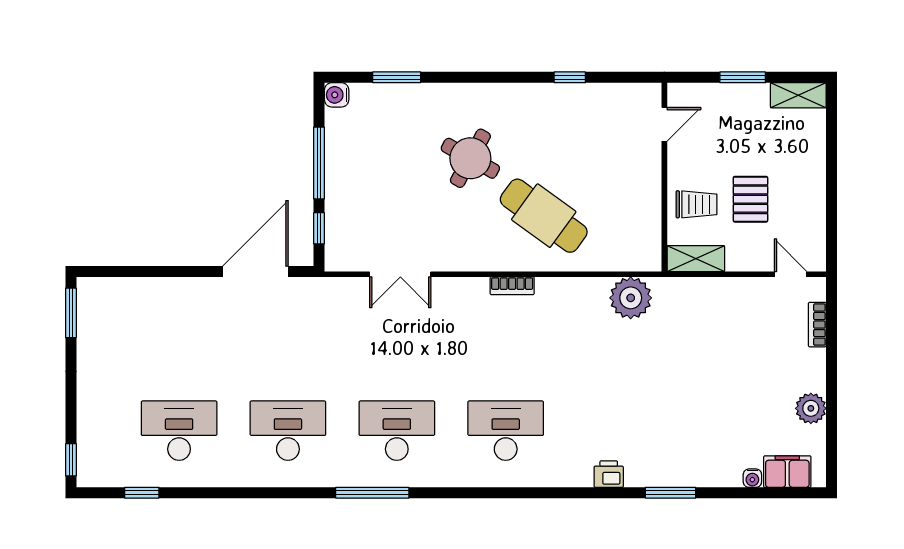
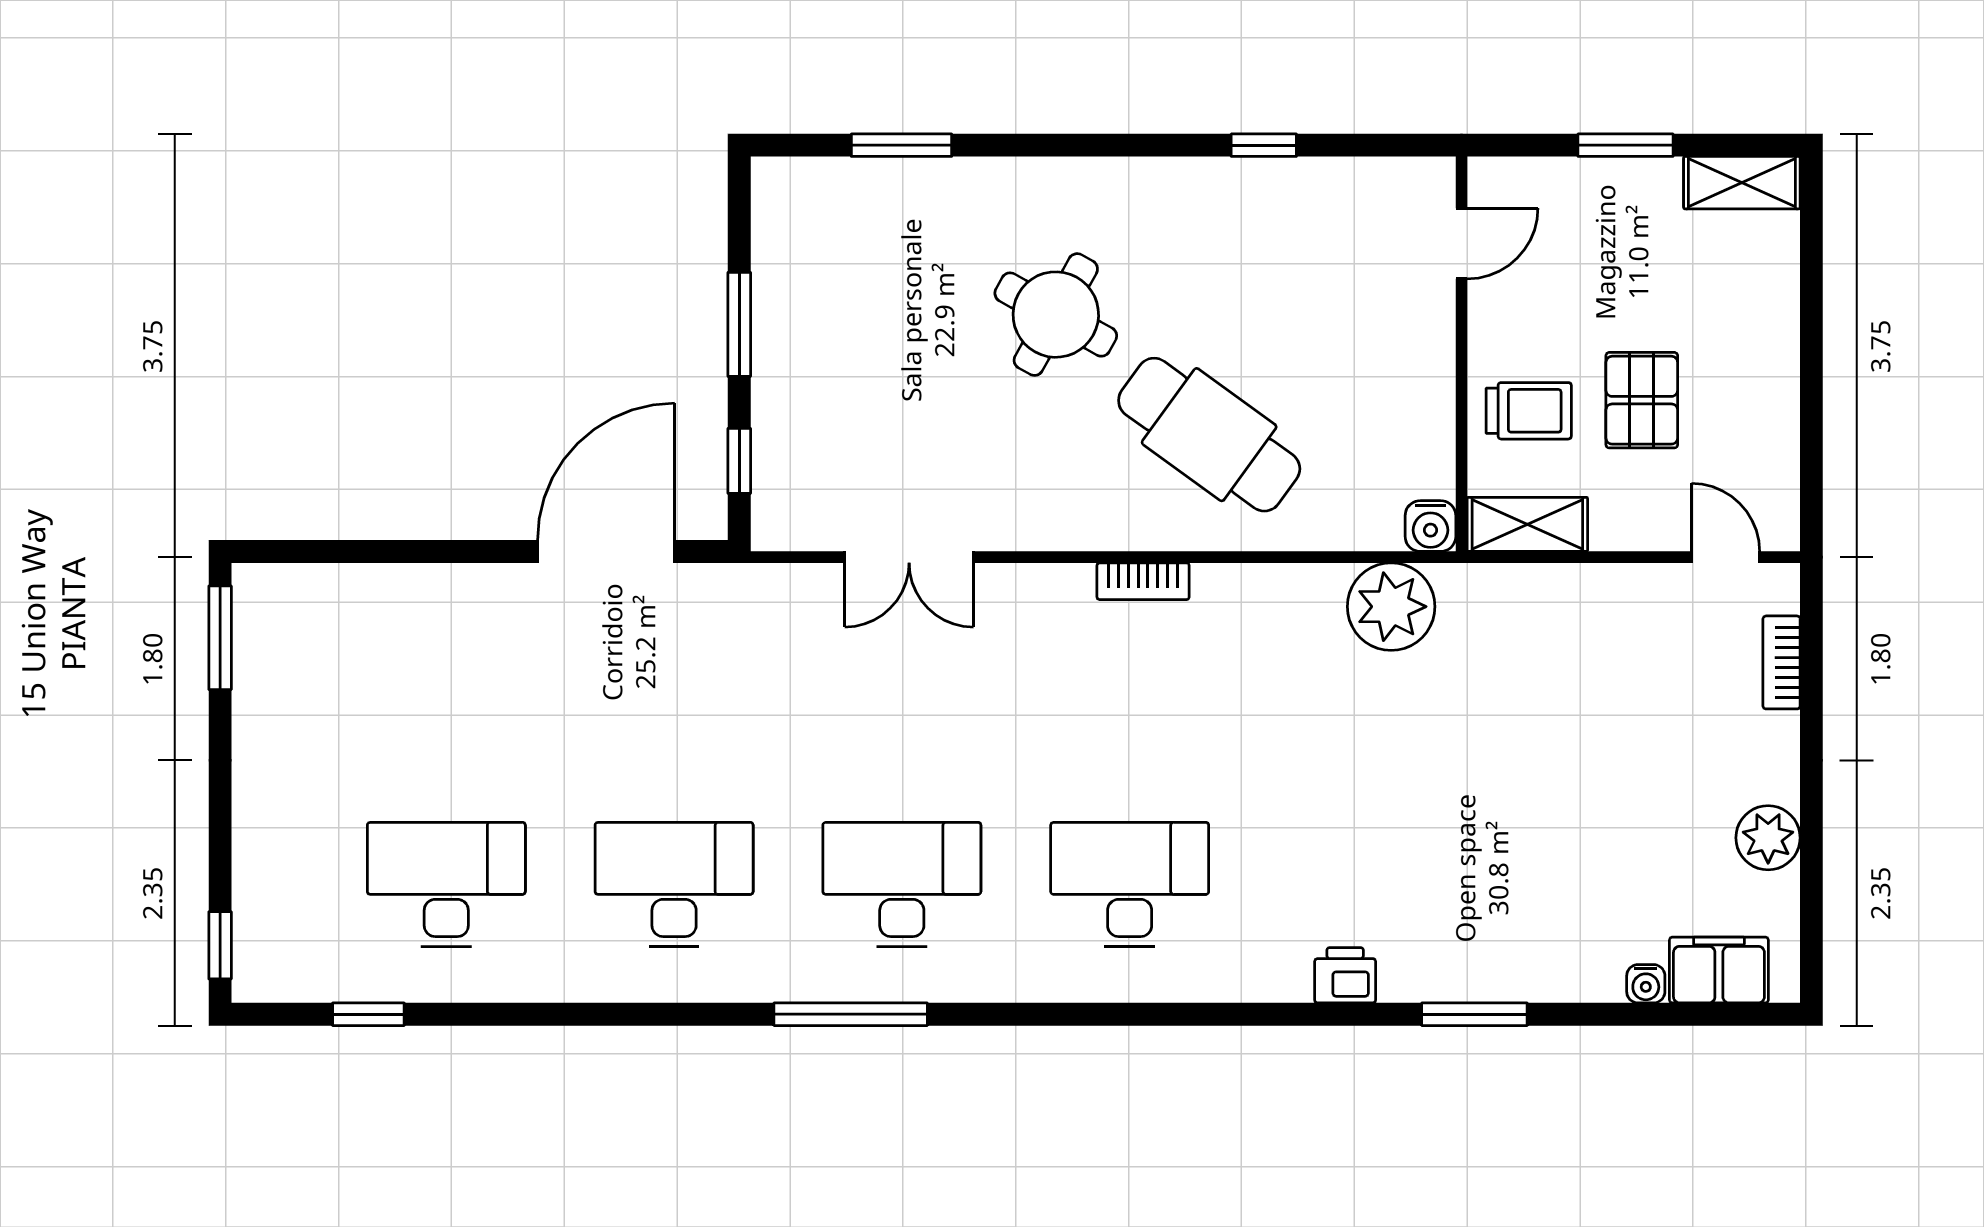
water cooler: (337, 95) -> (1430, 526), moved, turned -90
window: (319, 163) -> (739, 324), width x0.69

